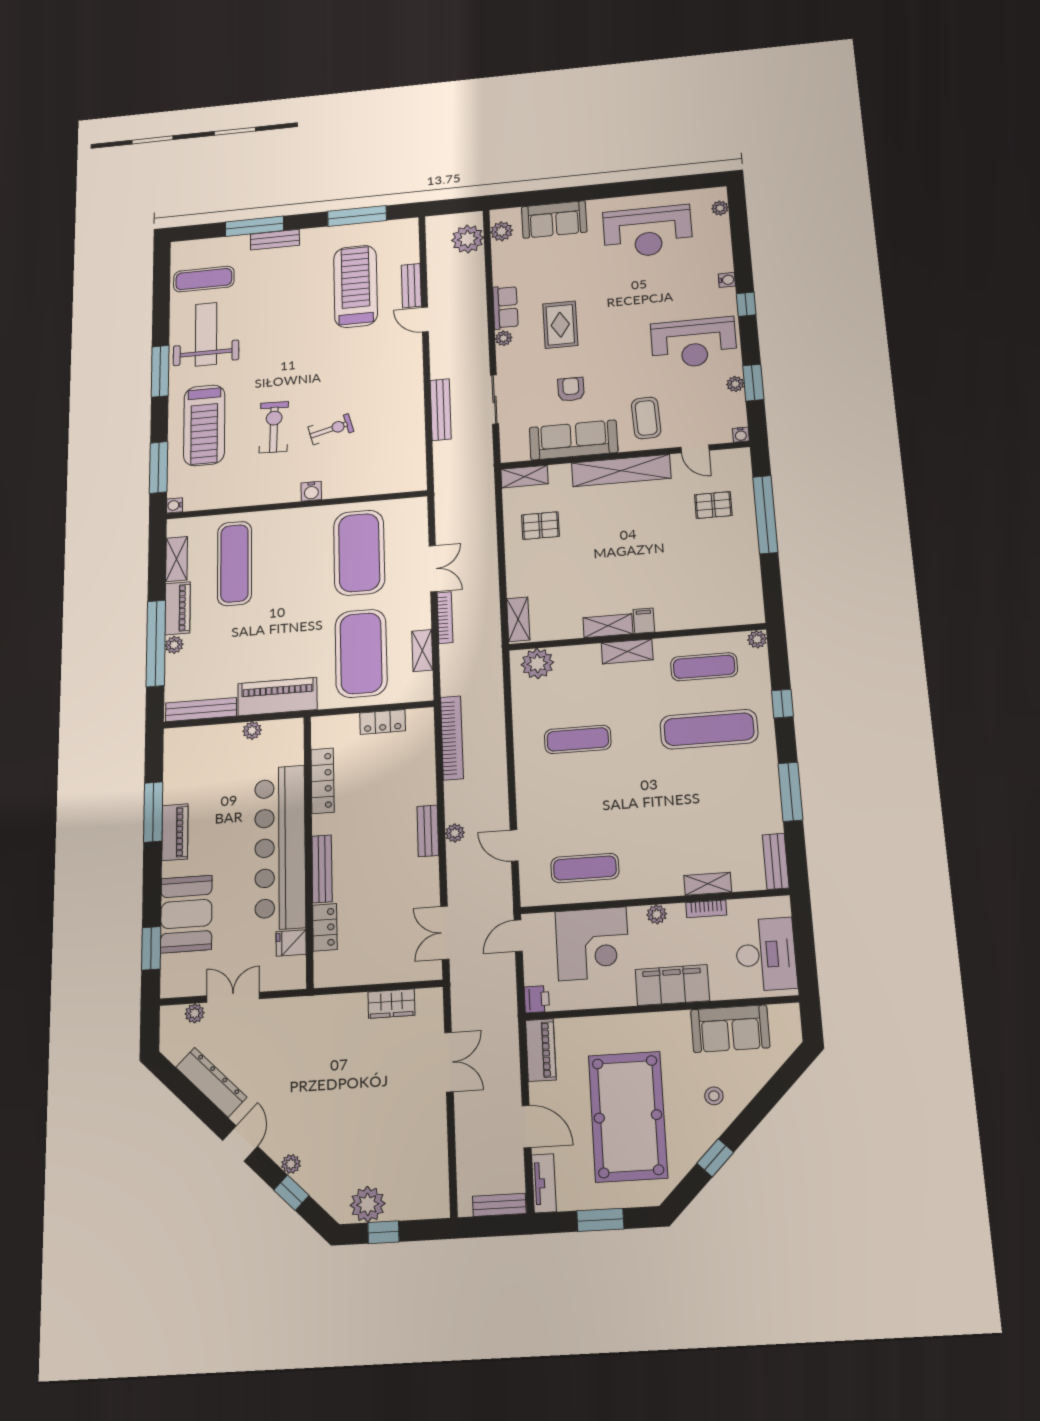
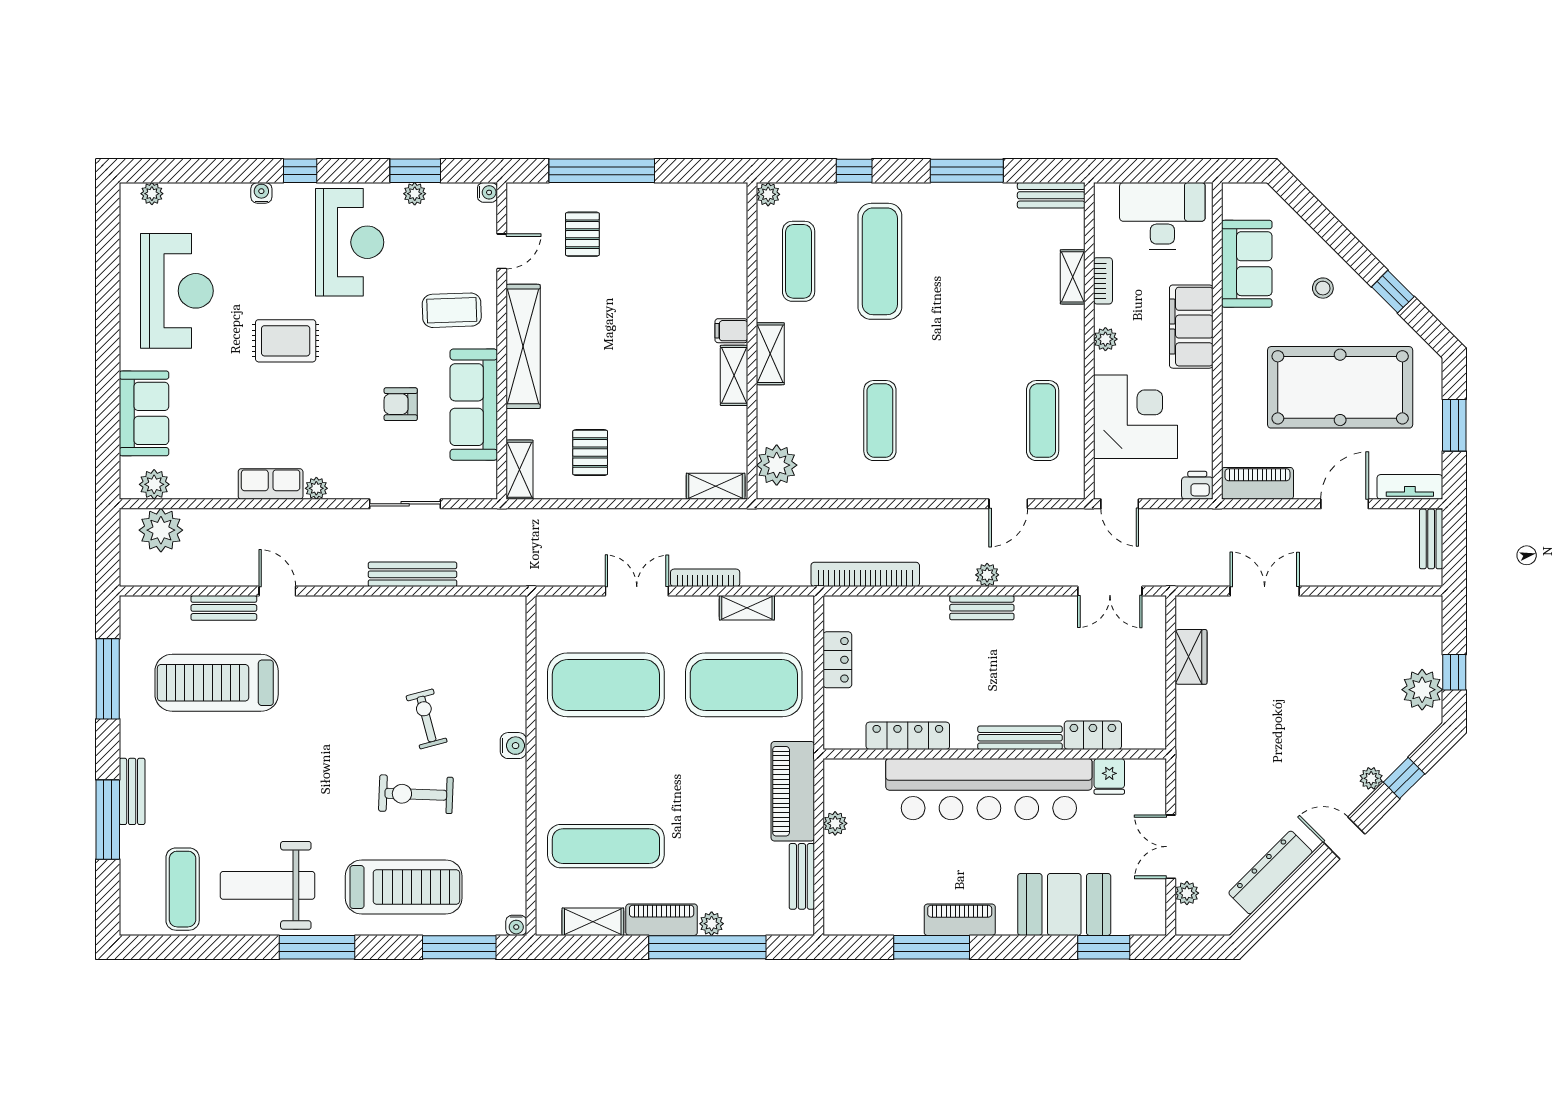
door: (425, 320) -> (277, 591), swing flipped
rug: (560, 325) -> (286, 341), moved
bench: (201, 710) -> (802, 876), width x0.73

